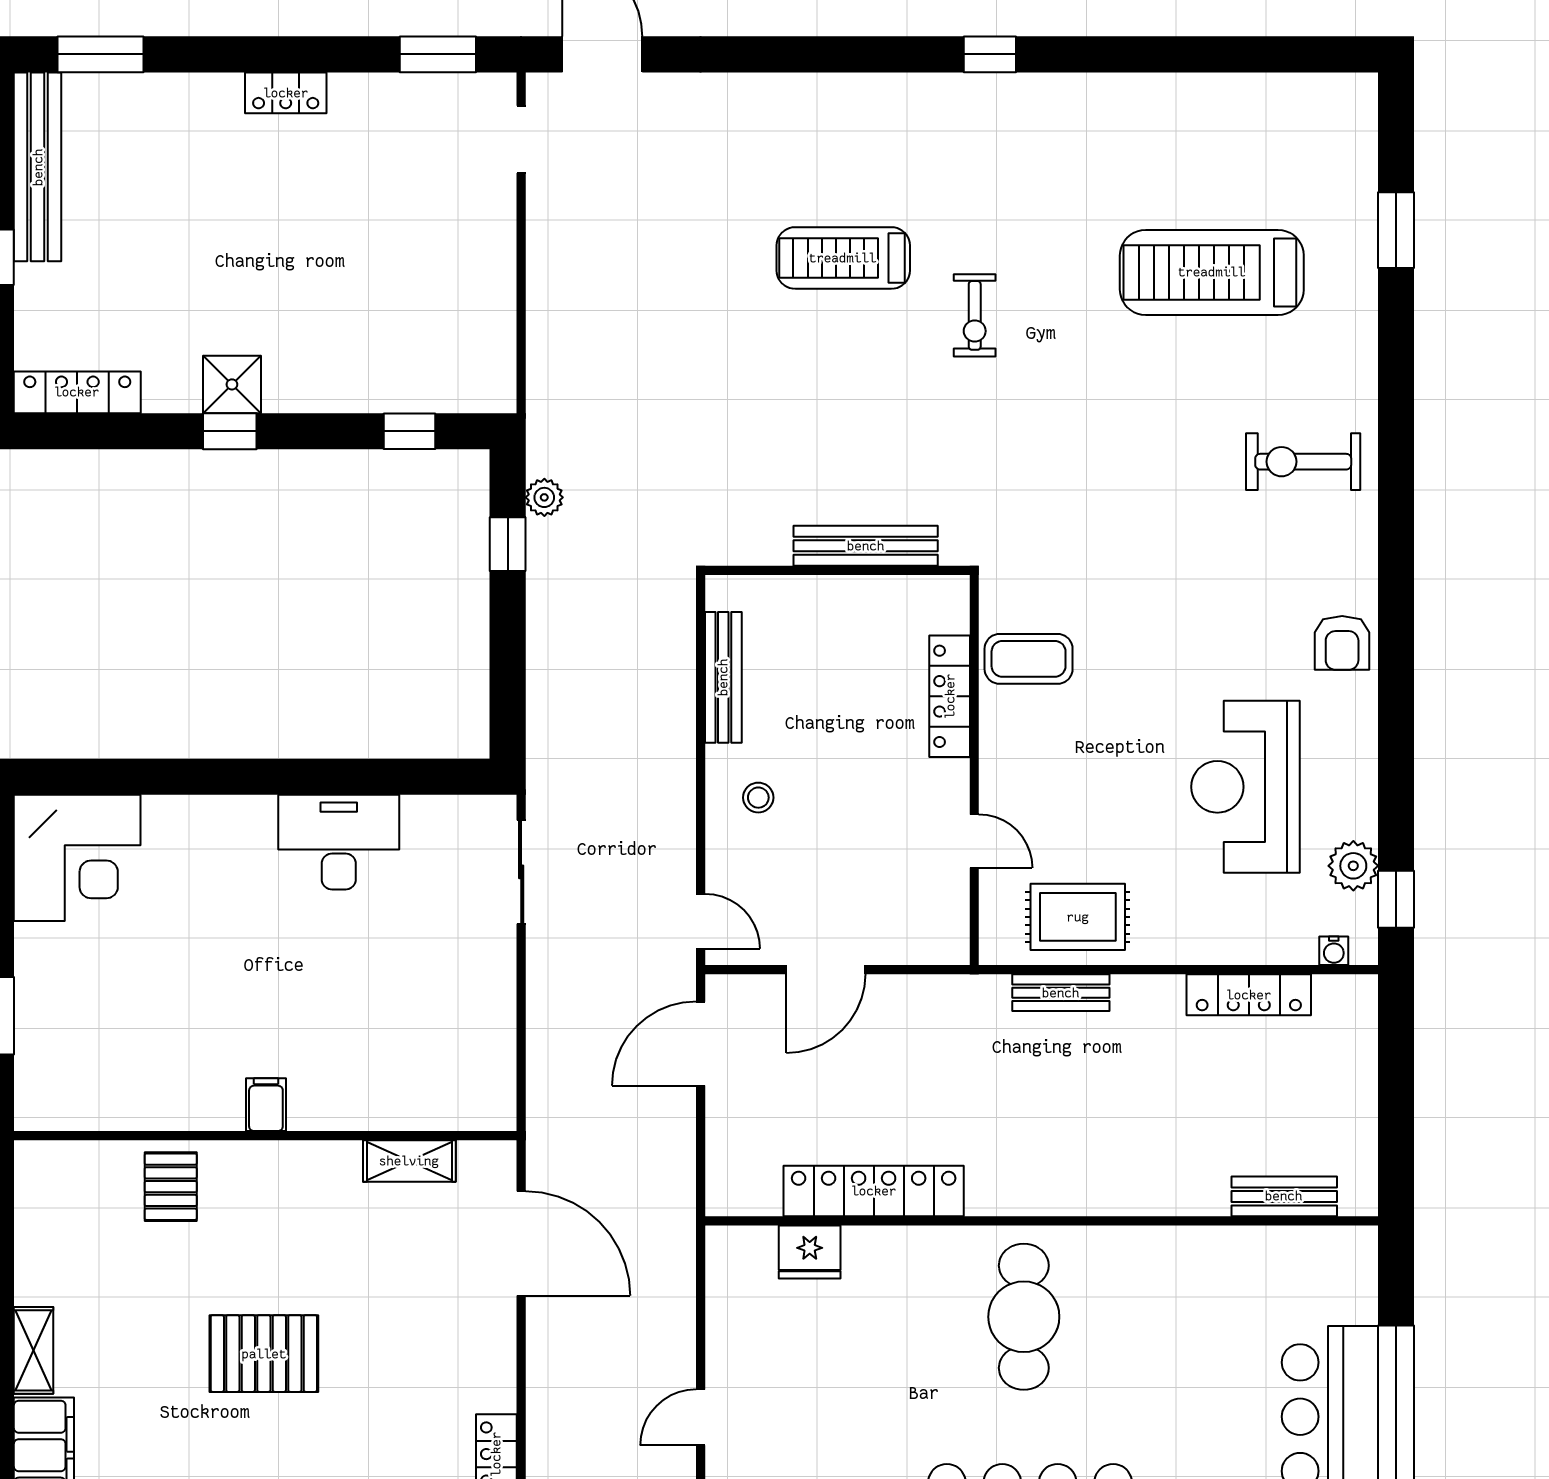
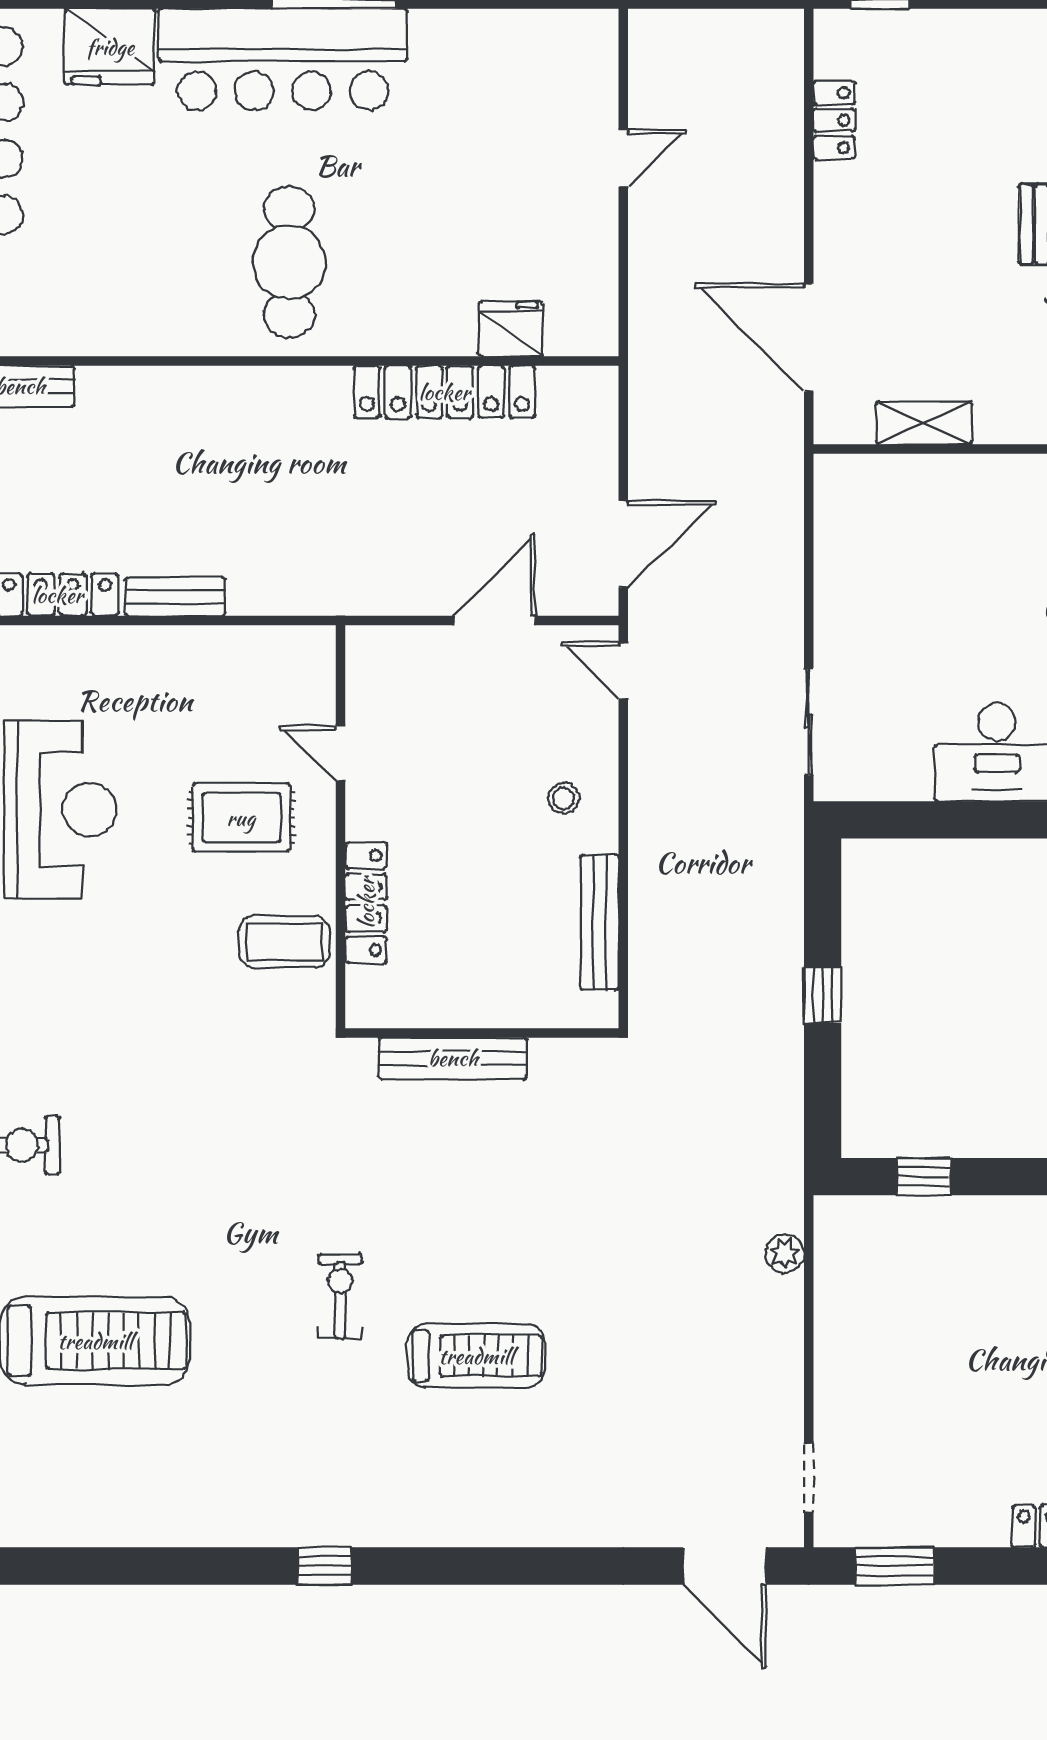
plant: (544, 497) -> (785, 1253), moved
window: (508, 544) -> (823, 995), moved
rug: (1078, 917) -> (241, 818), moved
bench: (1061, 993) -> (175, 597), moved

